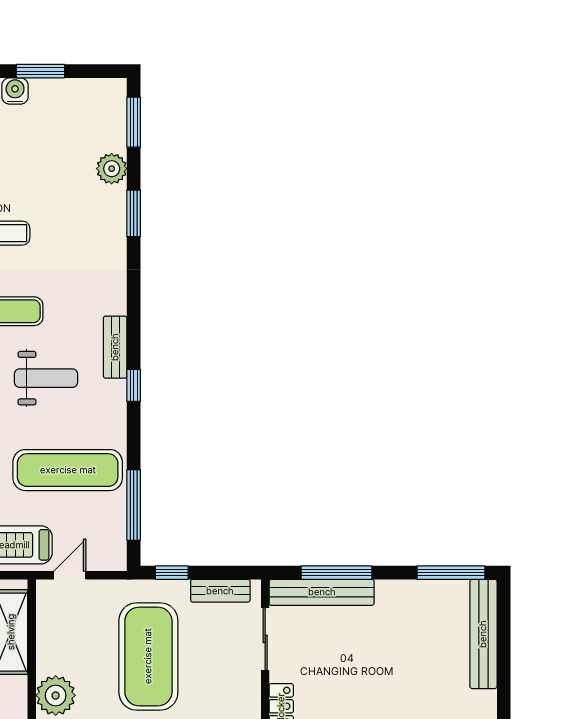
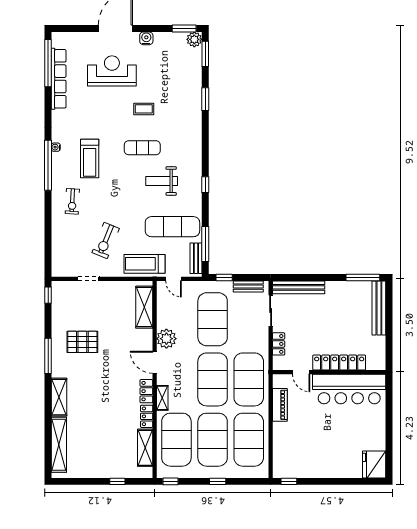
window: (40, 71) -> (184, 28), moved
plant: (112, 169) -> (194, 39), moved
bench: (115, 347) -> (196, 258), moved
weight bench: (46, 378) -> (162, 181), turned 180
window: (336, 573) -> (306, 278), removed
door: (70, 575) -> (174, 279), swing flipped

